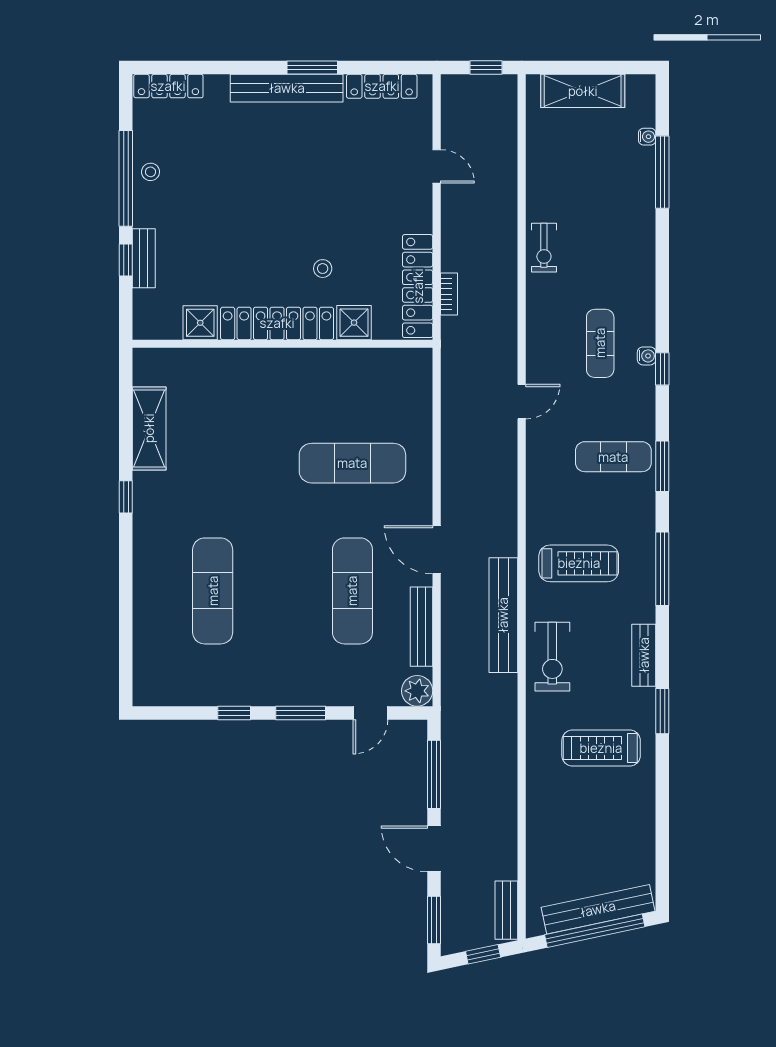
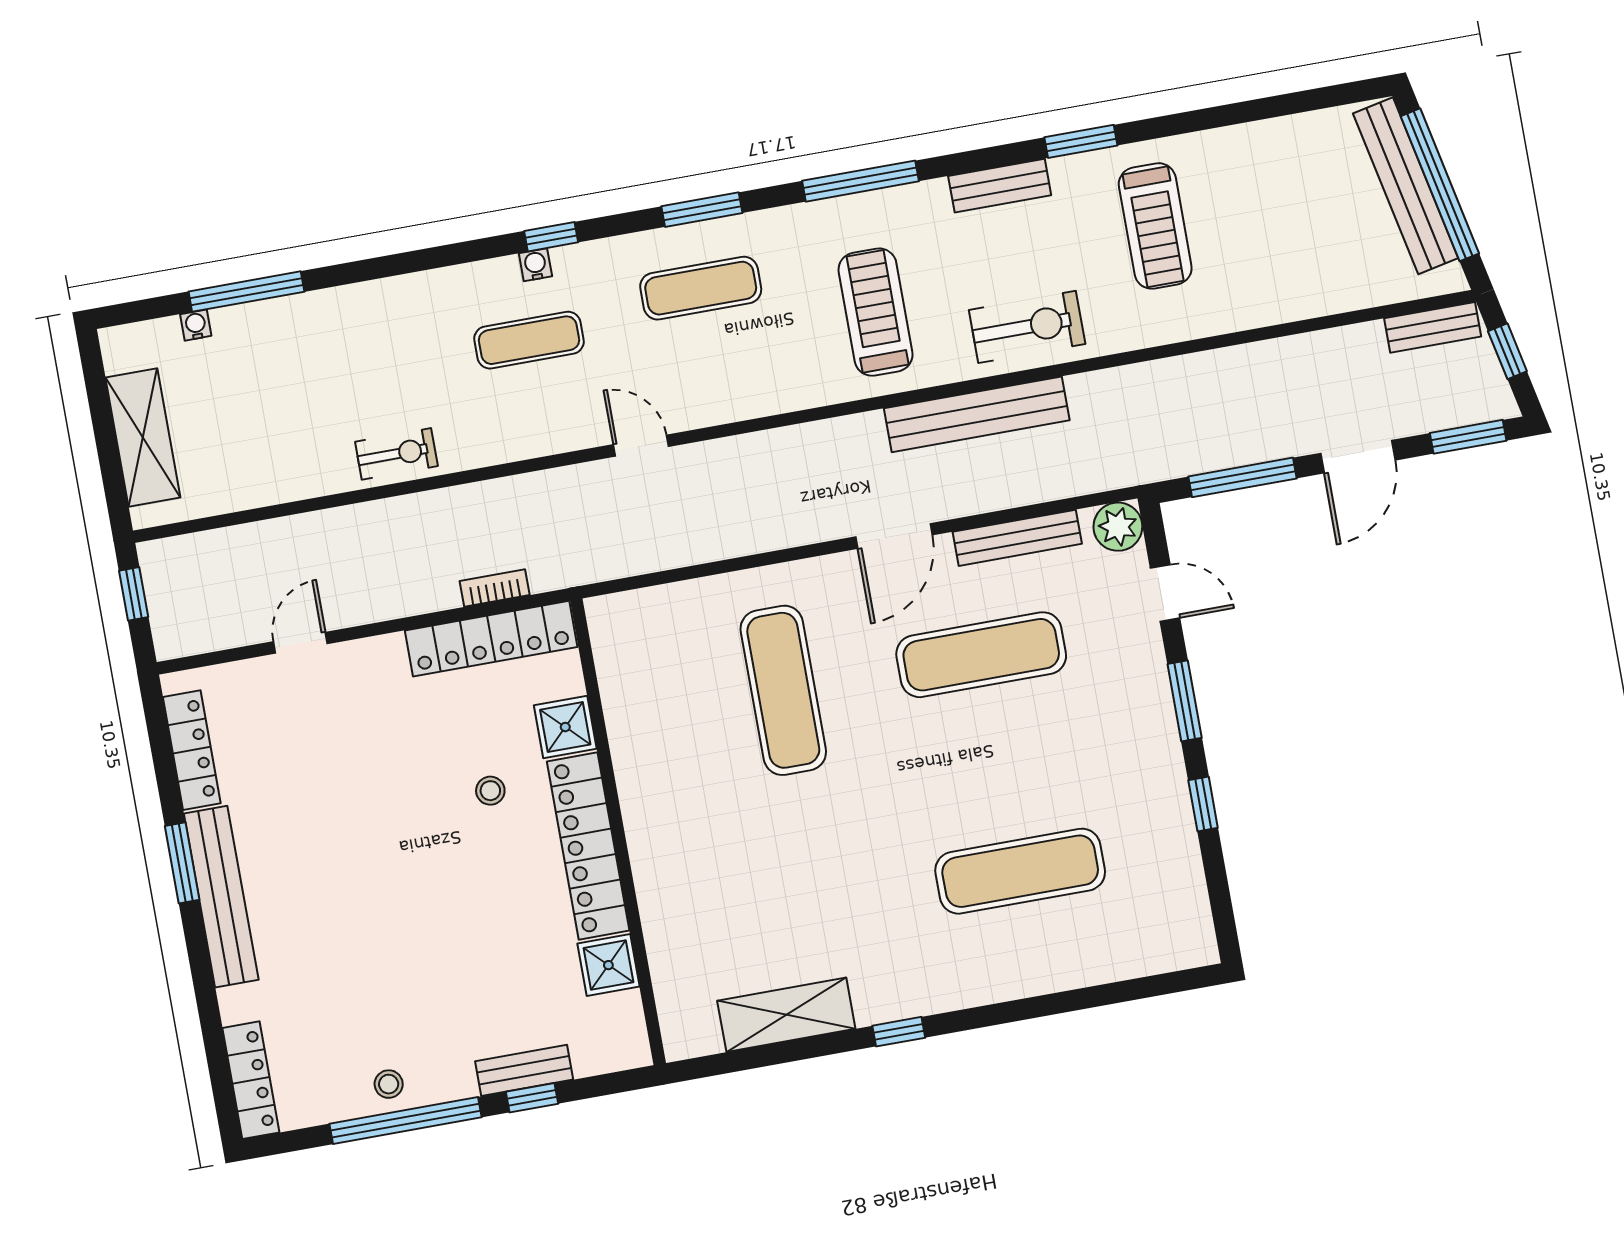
exercise mat: (613, 457) -> (701, 288), turned 90

